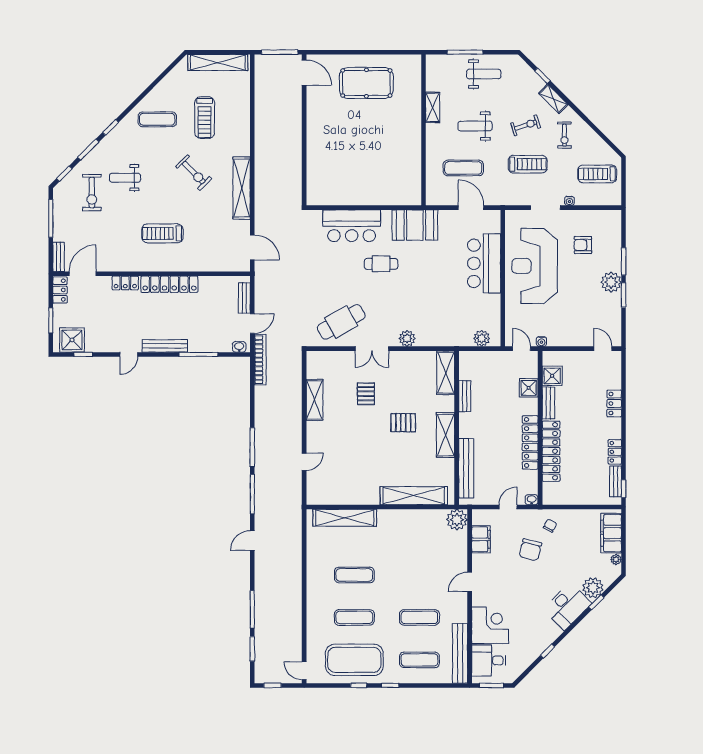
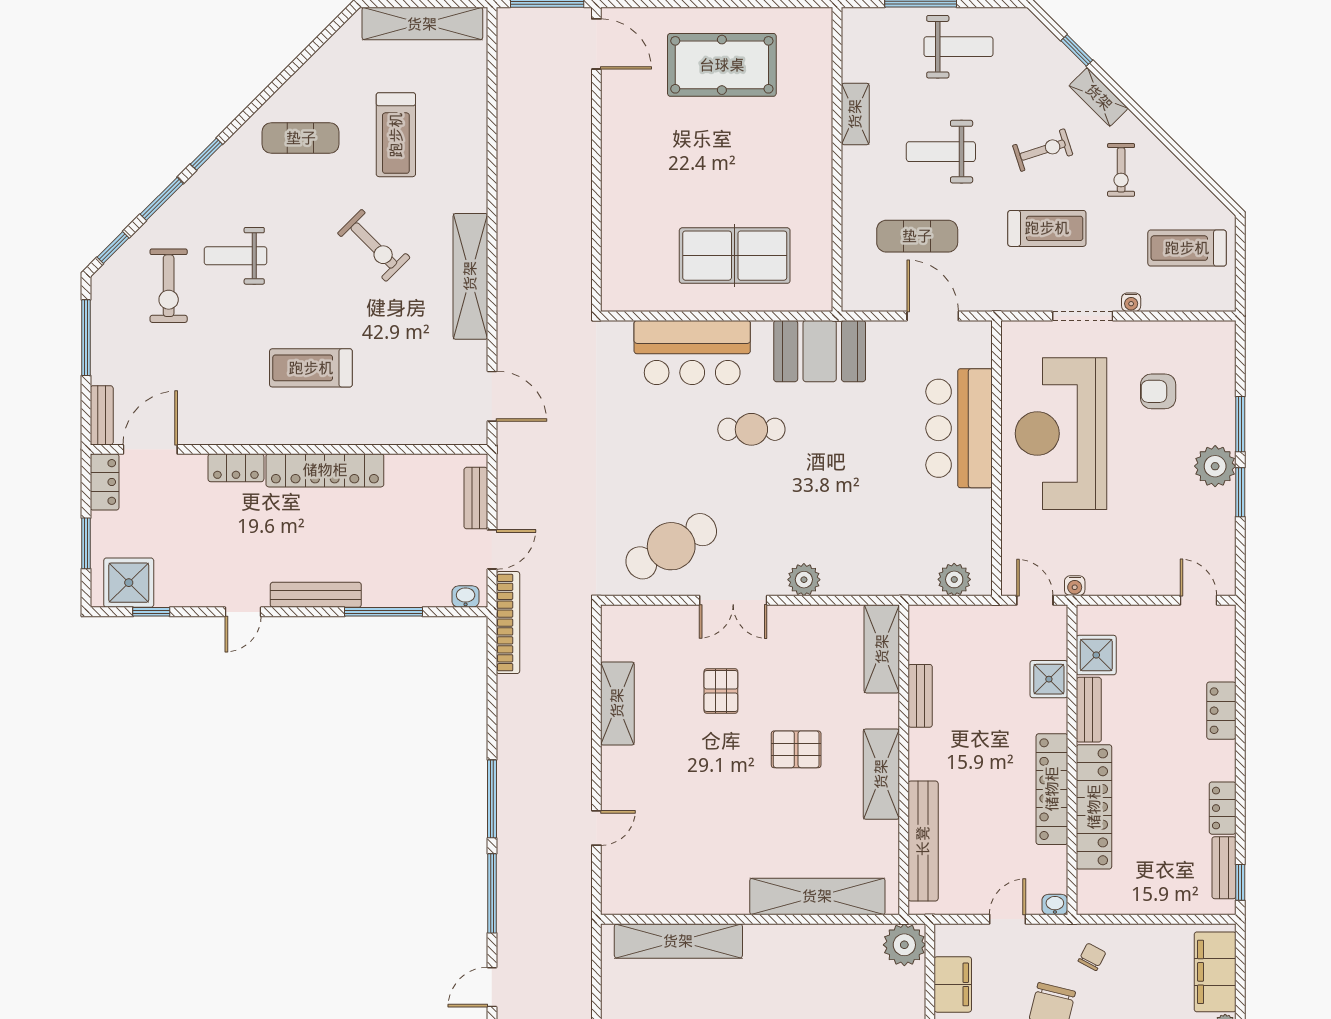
table tennis table: (373, 178) -> (735, 256), added

